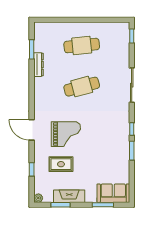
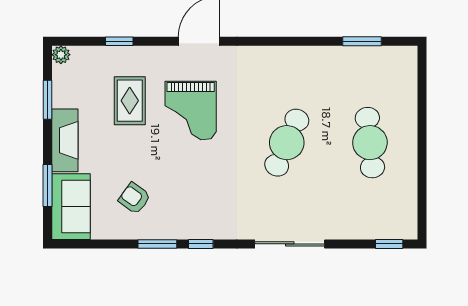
dresser: (39, 65) -> (331, 55), removed
cafe table: (82, 87) -> (287, 143), turned 39
armchair: (109, 162) -> (134, 198), added
fireplace: (69, 196) -> (65, 140), moved

